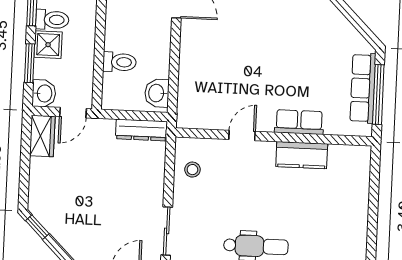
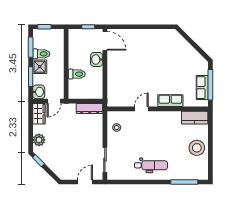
row of seats: (363, 88) -> (202, 88), width x0.68
washbasin: (157, 93) -> (97, 59), moved
kitchen counter: (302, 155) -> (195, 118), moved
plant: (40, 187) -> (39, 140), added
stool: (347, 216) -> (197, 148), added

